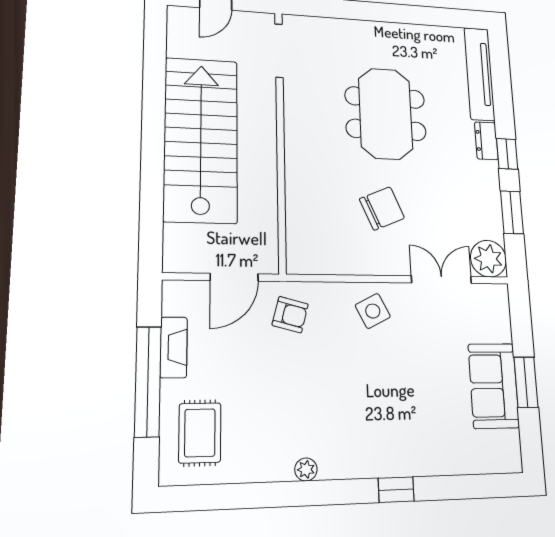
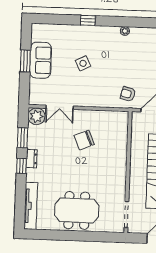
meeting table: (386, 114) -> (77, 210), moved, turned 90
dresser: (486, 141) -> (32, 159), moved
side table: (373, 311) -> (83, 63), moved

